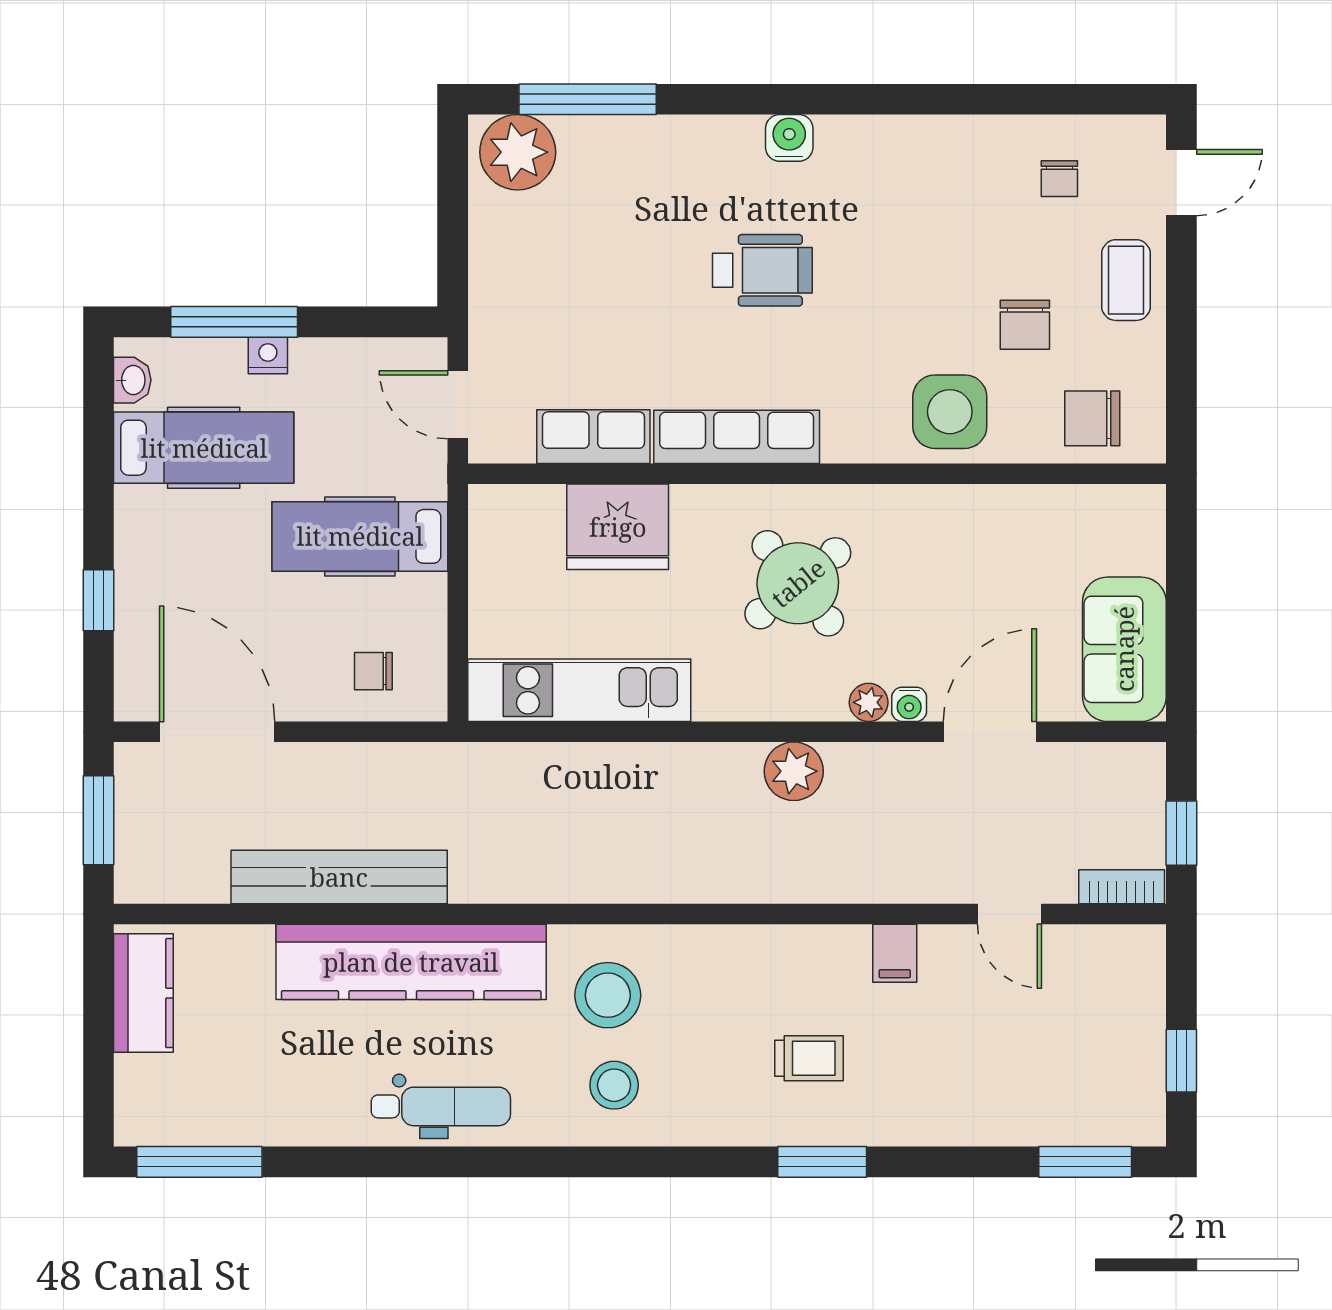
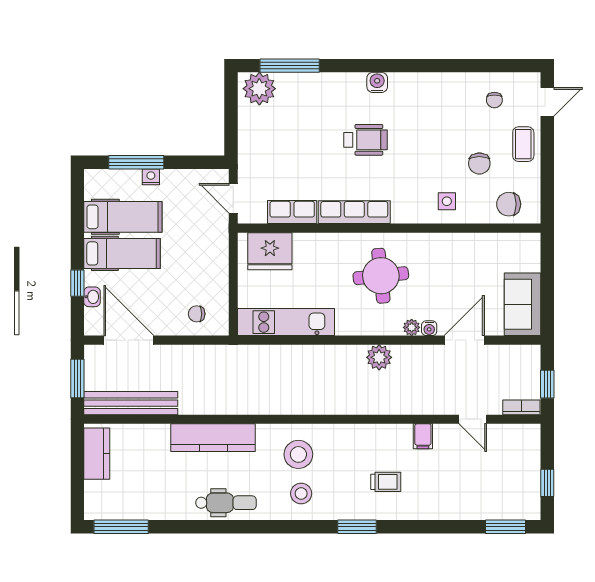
washbasin: (132, 380) -> (92, 297), moved
side table: (950, 412) -> (447, 201), width x0.54, depth x0.54
fridge: (618, 527) -> (270, 251), moved
hospital bed: (360, 536) -> (122, 253), moved, turned 180
round table: (798, 583) -> (381, 276), turned 33
bench: (339, 877) -> (131, 403), moved
kitchen counter: (411, 962) -> (213, 438), width x0.72, depth x0.86
window: (822, 1162) -> (357, 527), moved

